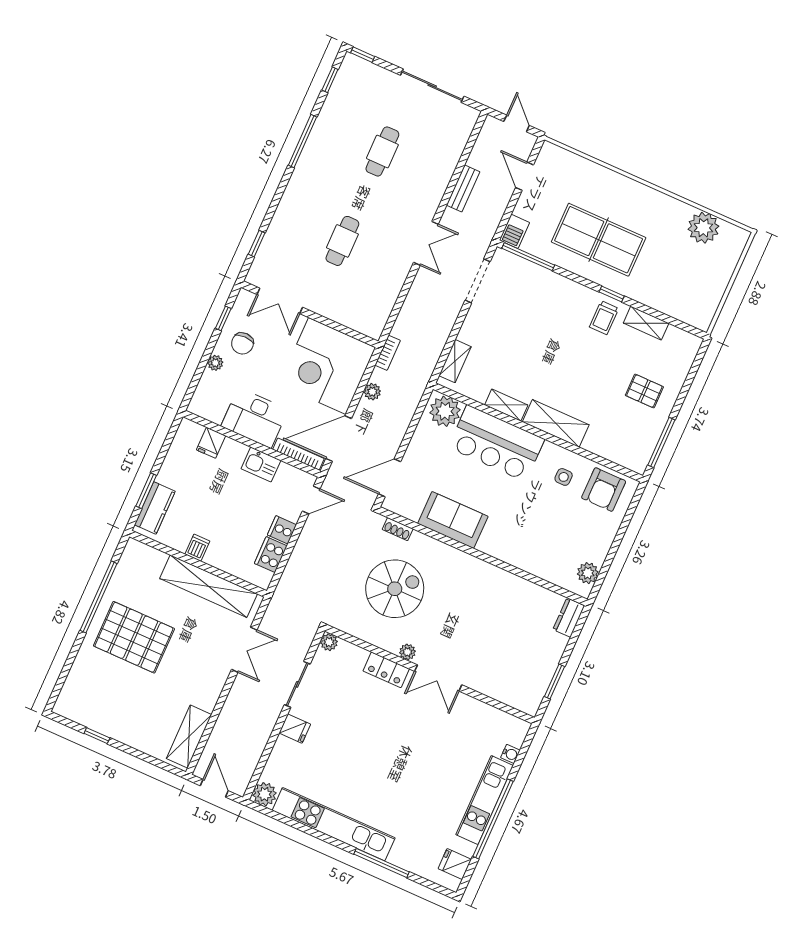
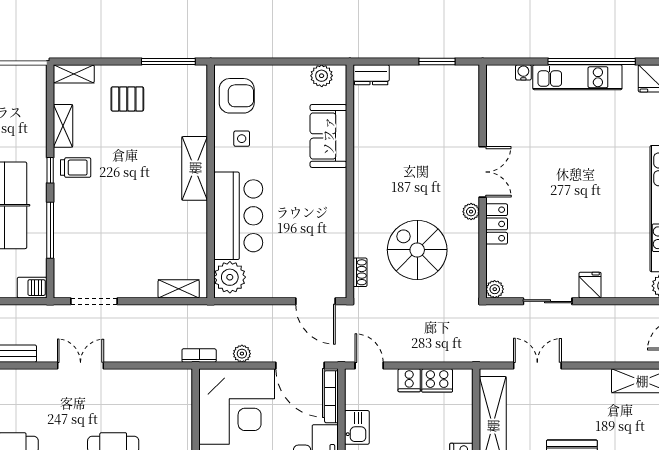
window: (528, 257) -> (50, 230), moved
pallet: (644, 391) -> (127, 99), turned 90
shelving: (506, 405) -> (74, 74), moved, turned 90
sofa: (453, 520) -> (328, 136), moved

